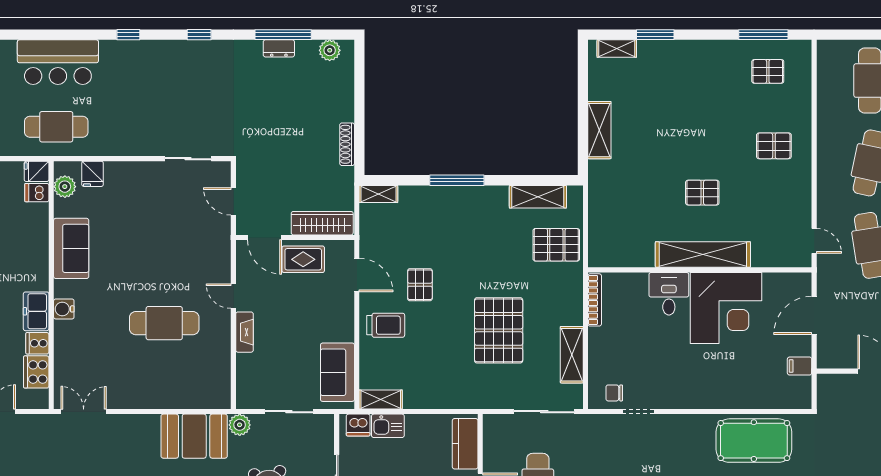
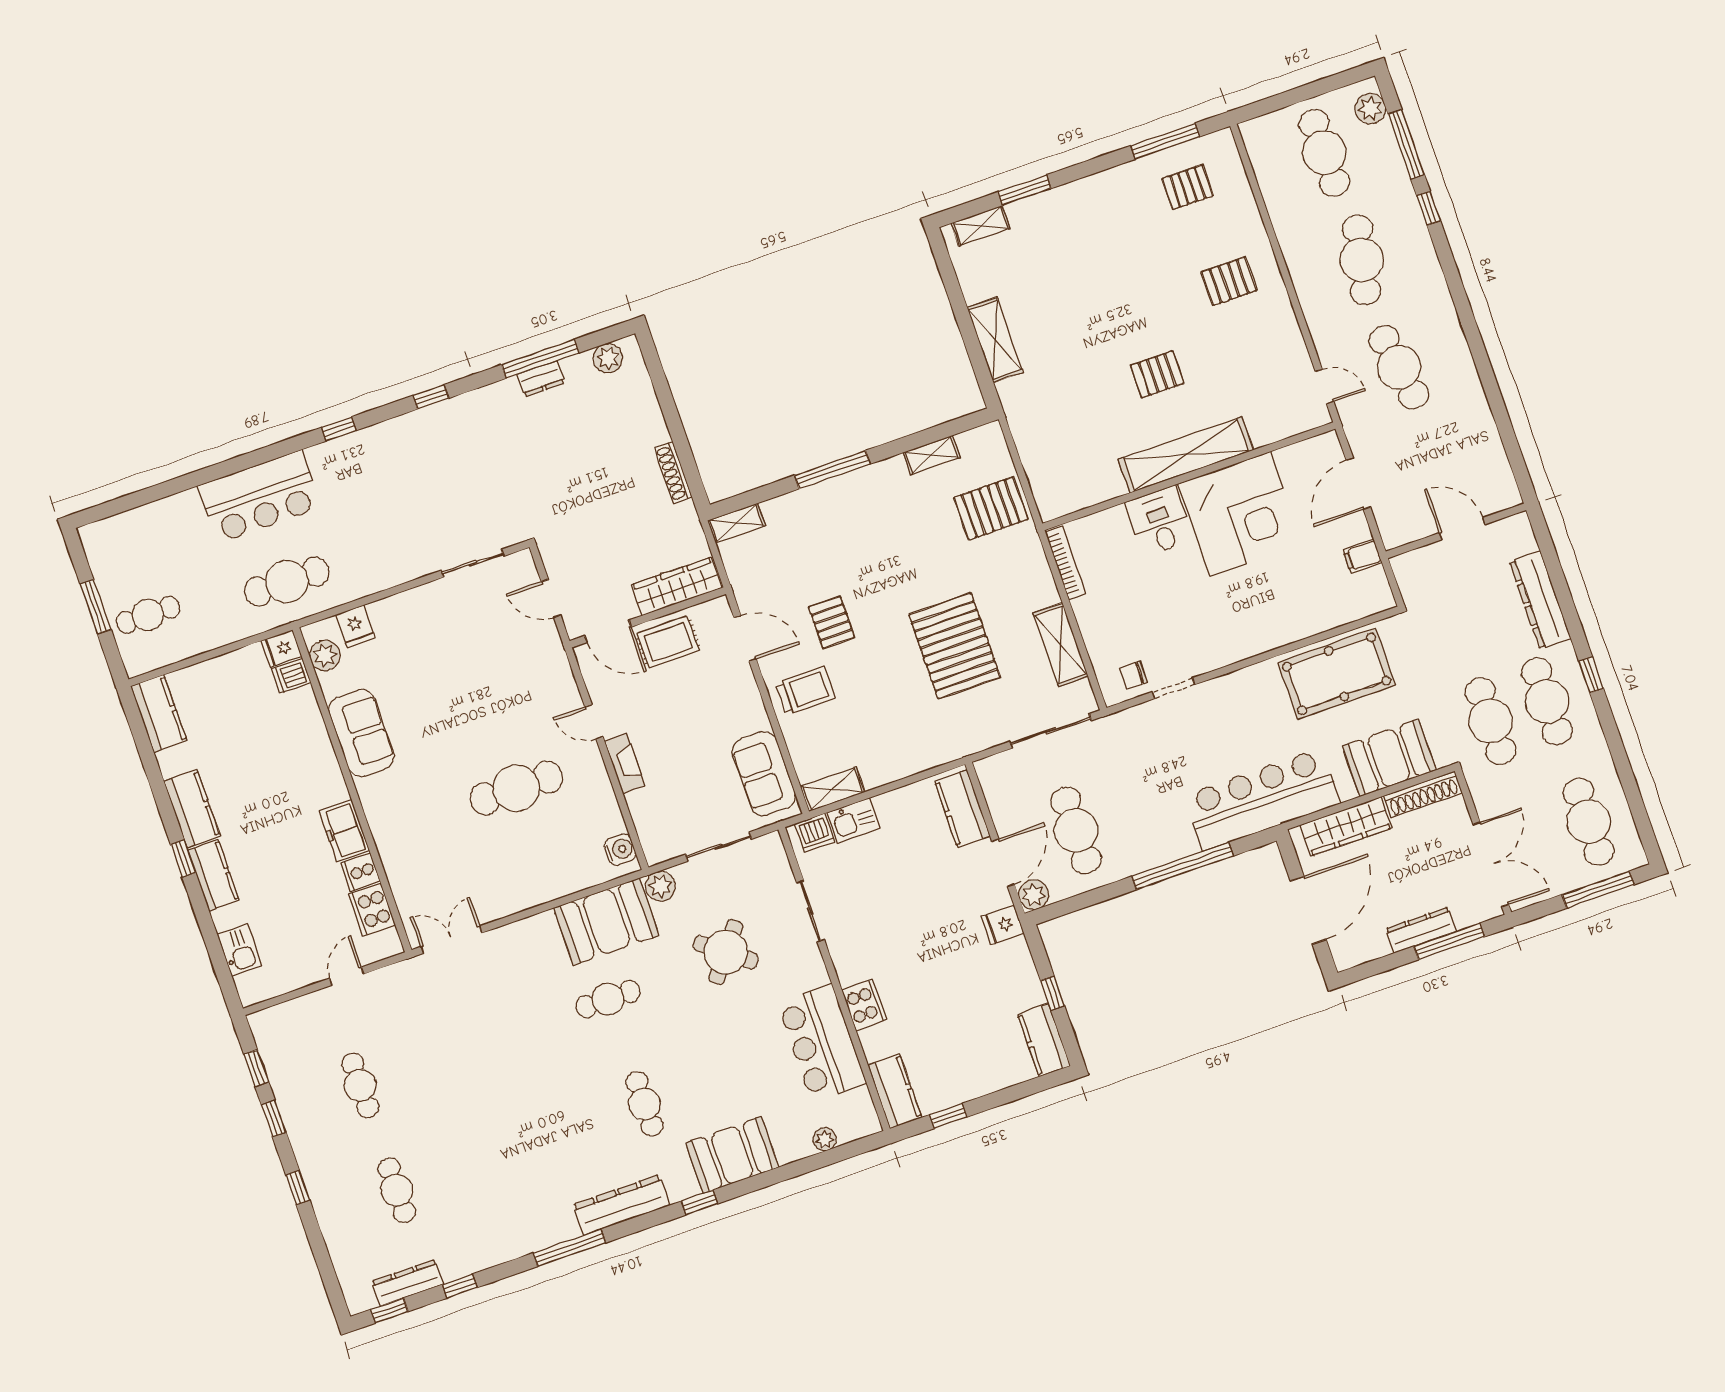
shelving: (538, 197) -> (931, 455), width x0.67, depth x0.75
water cooler: (64, 309) -> (620, 850), moved, turned 180

